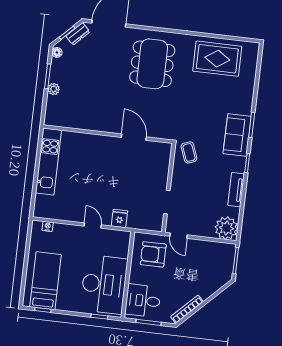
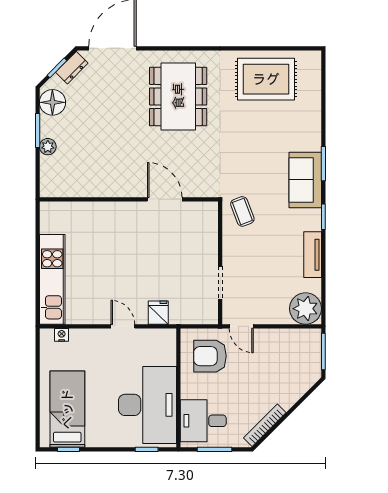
floor lamp: (57, 52) -> (52, 102), width x1.89, depth x1.89
kitchen unit: (48, 162) -> (52, 279), moved

